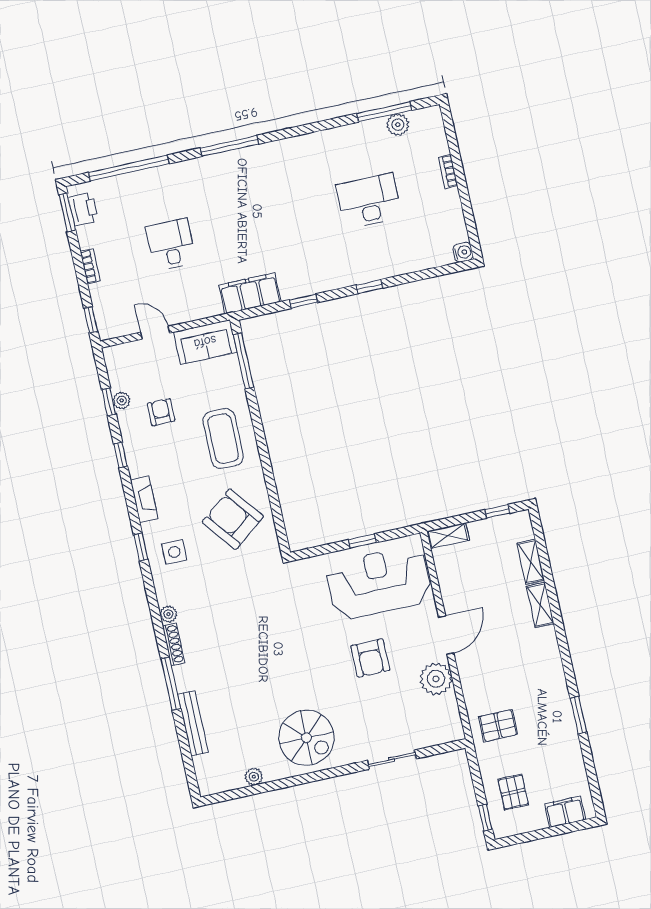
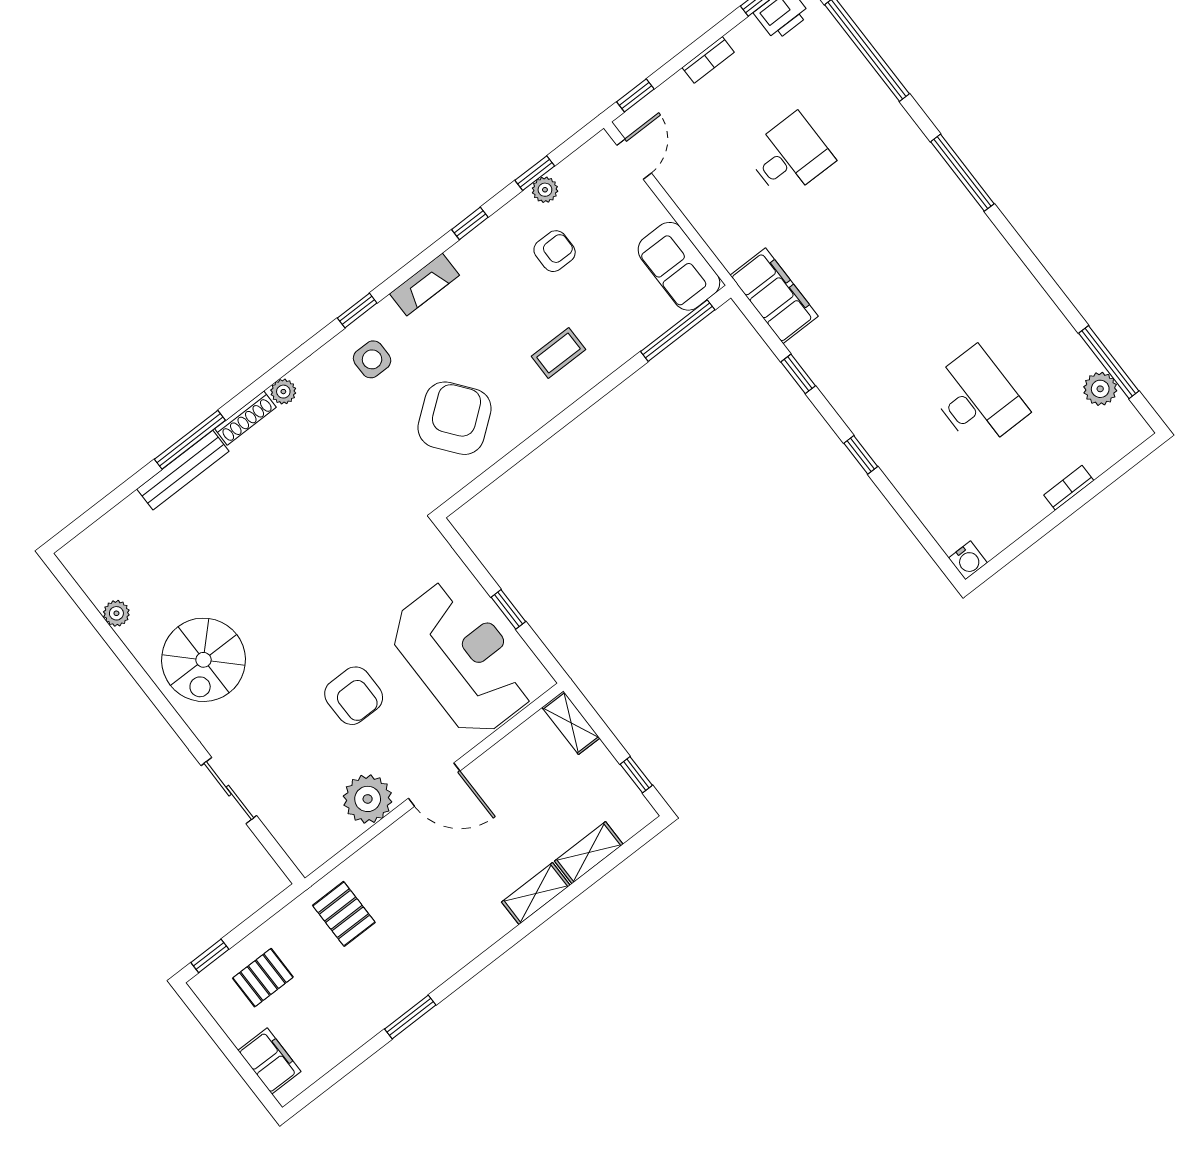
door: (155, 333) -> (634, 159), moved
coffee table: (223, 439) -> (558, 353), width x0.54, depth x0.58
armchair: (370, 658) -> (354, 696), turned -90
bench: (193, 723) -> (183, 470), moved

